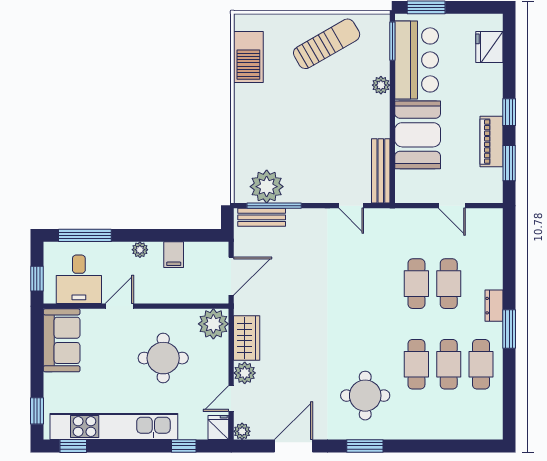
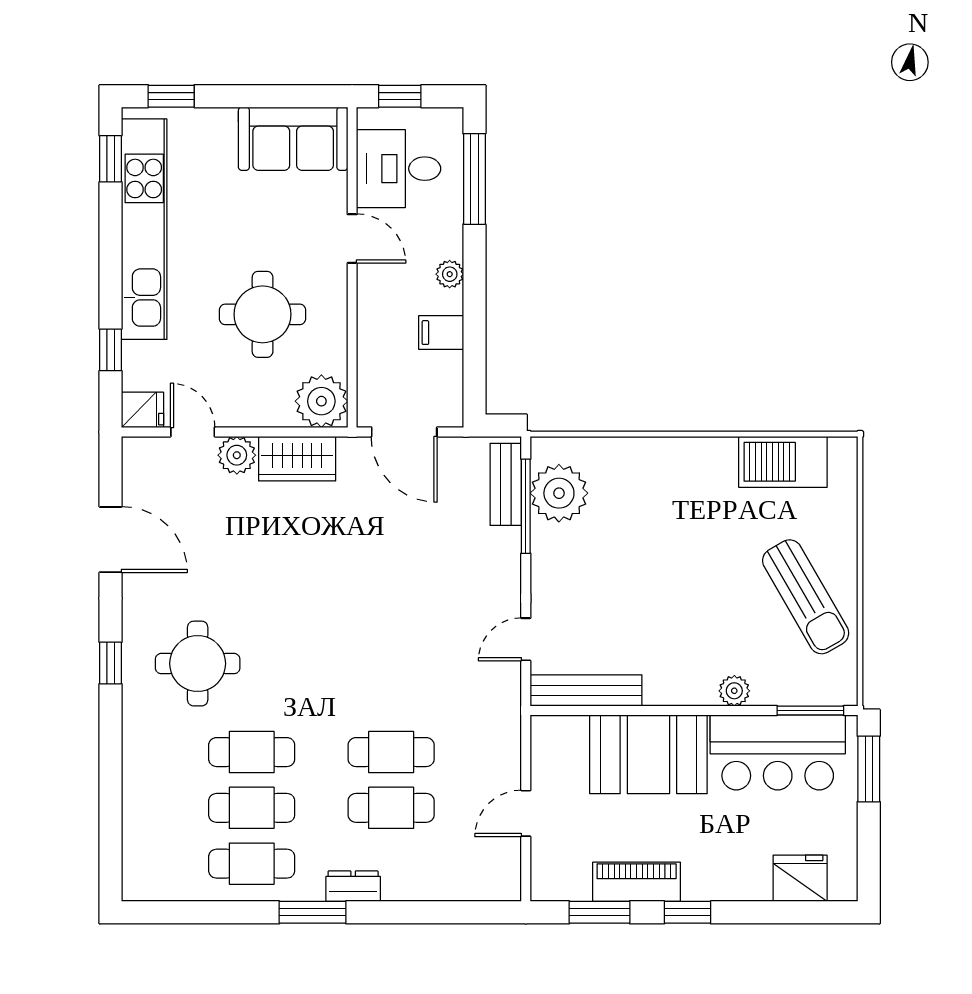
plant: (242, 431) -> (136, 451), removed
window: (365, 446) -> (111, 663), width x0.67

